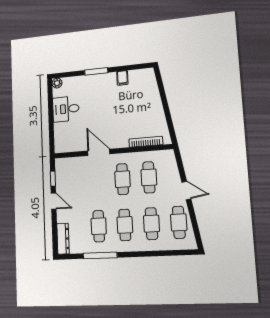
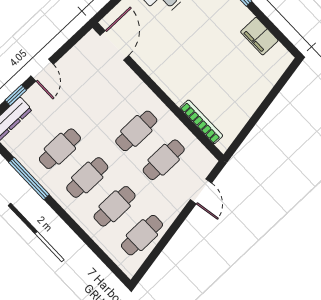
filing cabinet: (122, 78) -> (259, 36), width x2.00
door: (99, 152) -> (114, 45), moved
window: (53, 179) -> (16, 95), moved
door: (186, 190) -> (201, 191), moved

